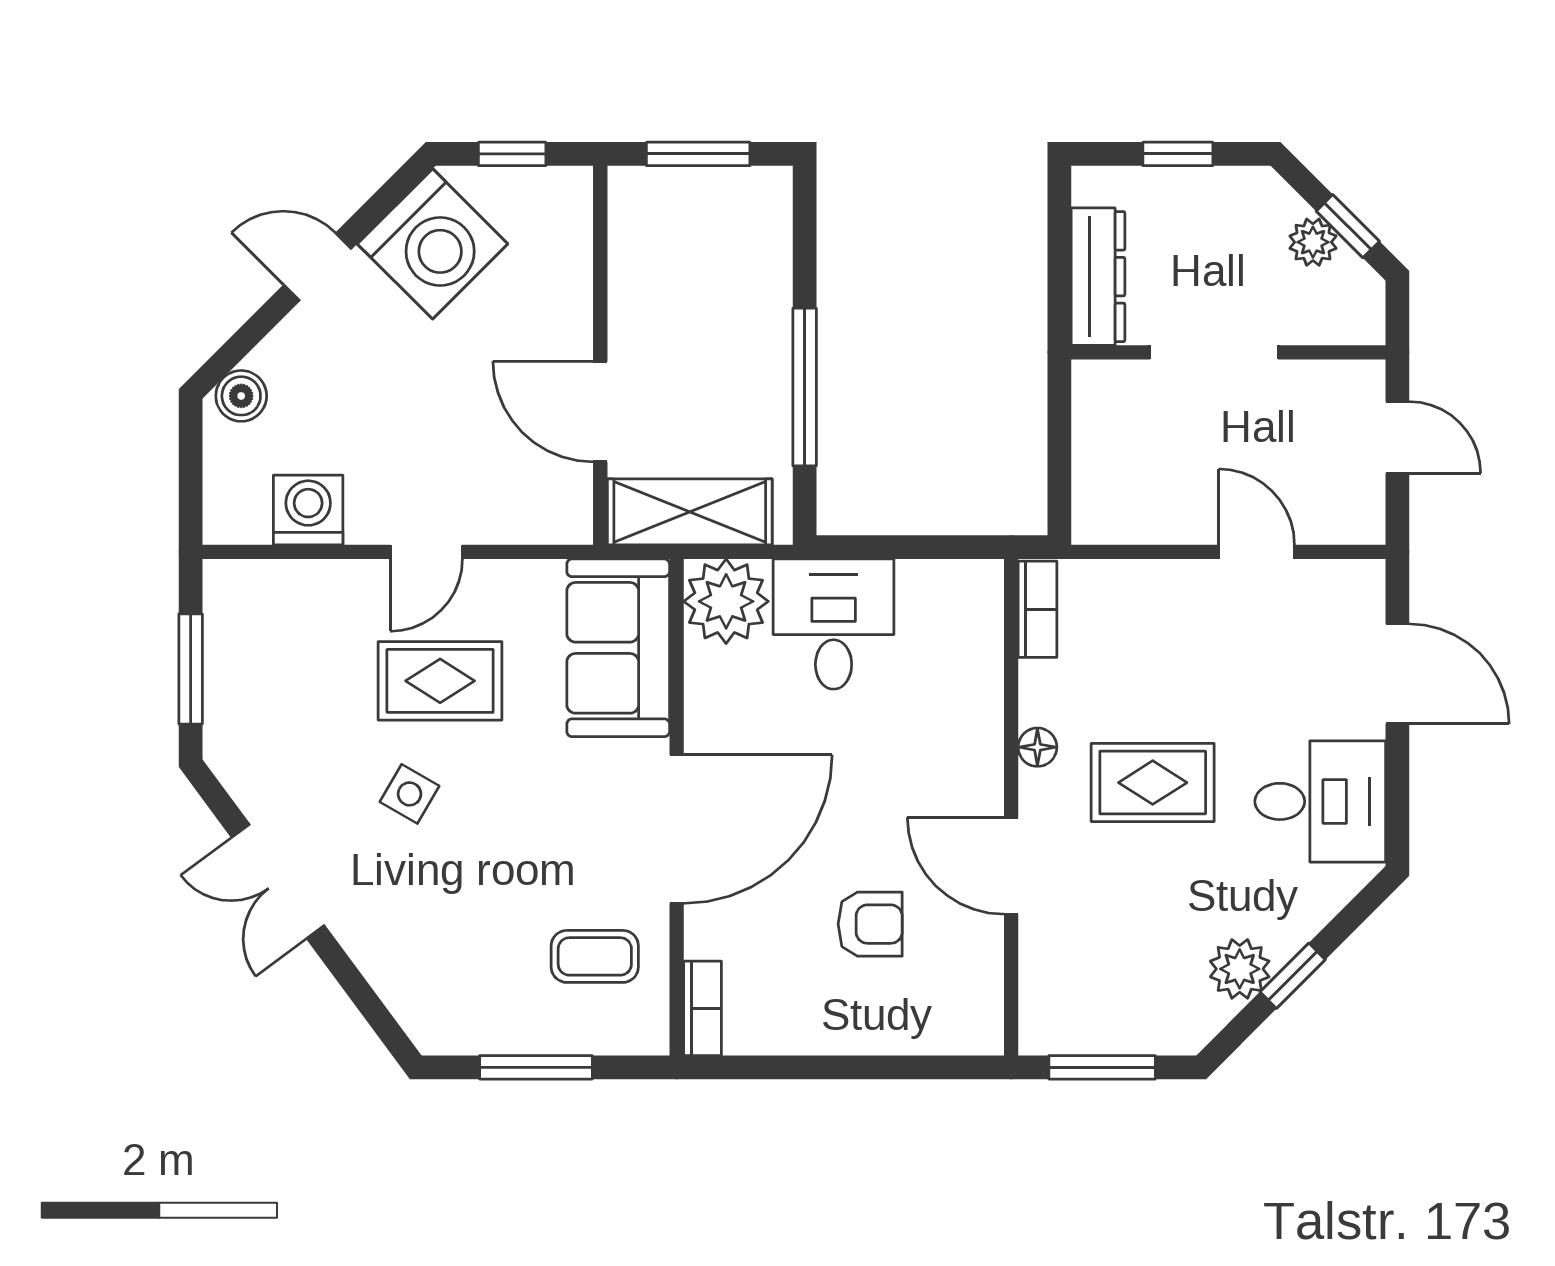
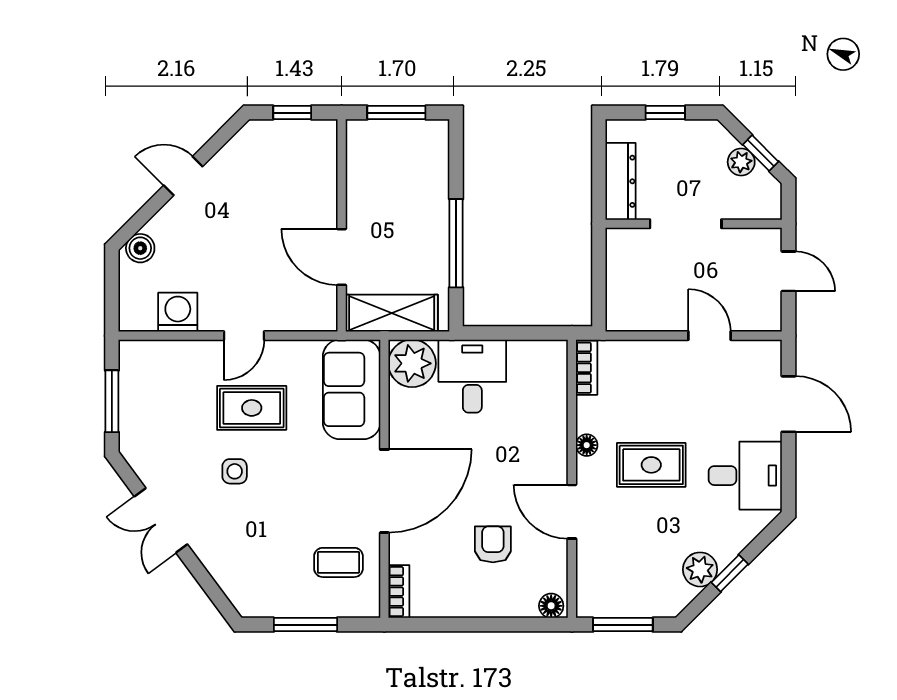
washing machine: (433, 244) -> (248, 163), removed
side table: (410, 794) -> (235, 471), turned -30
armchair: (870, 924) -> (493, 544), turned -90
floor lamp: (974, 1034) -> (551, 606), added

